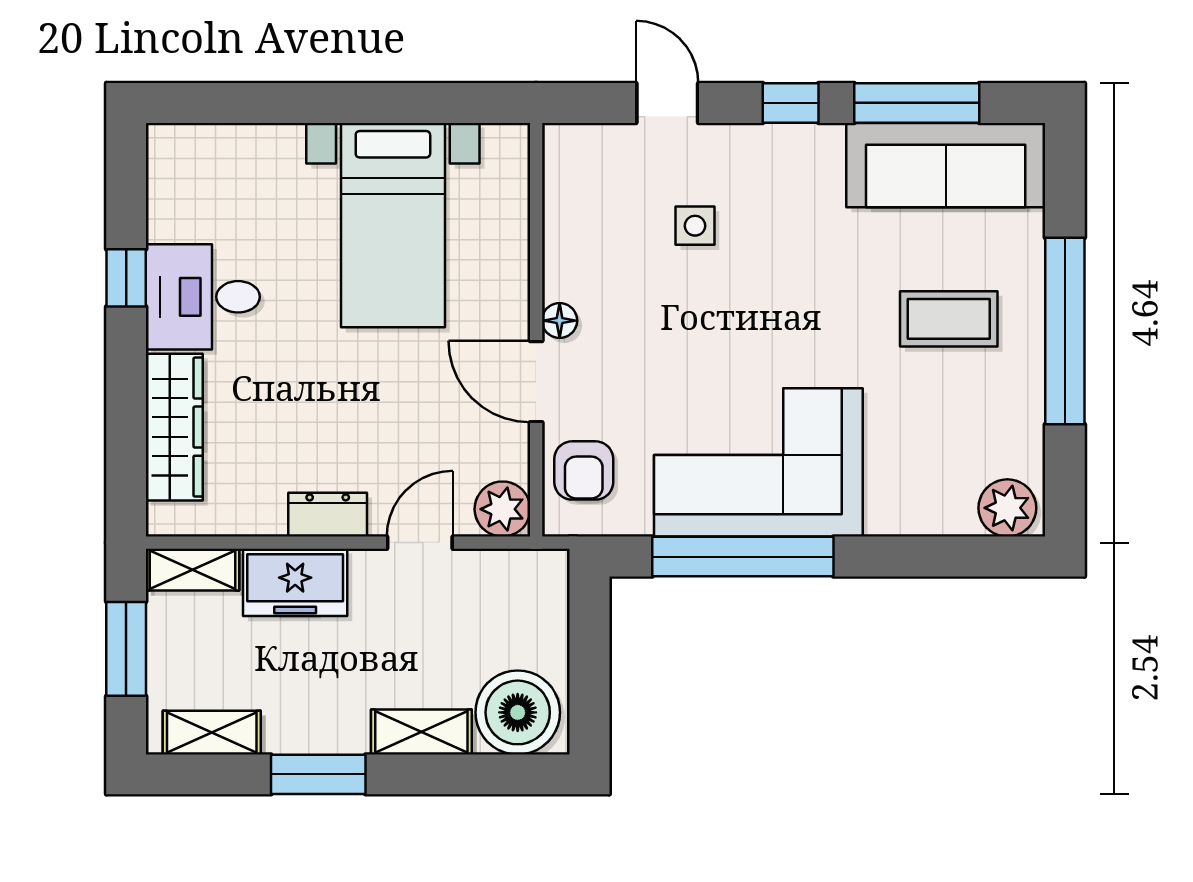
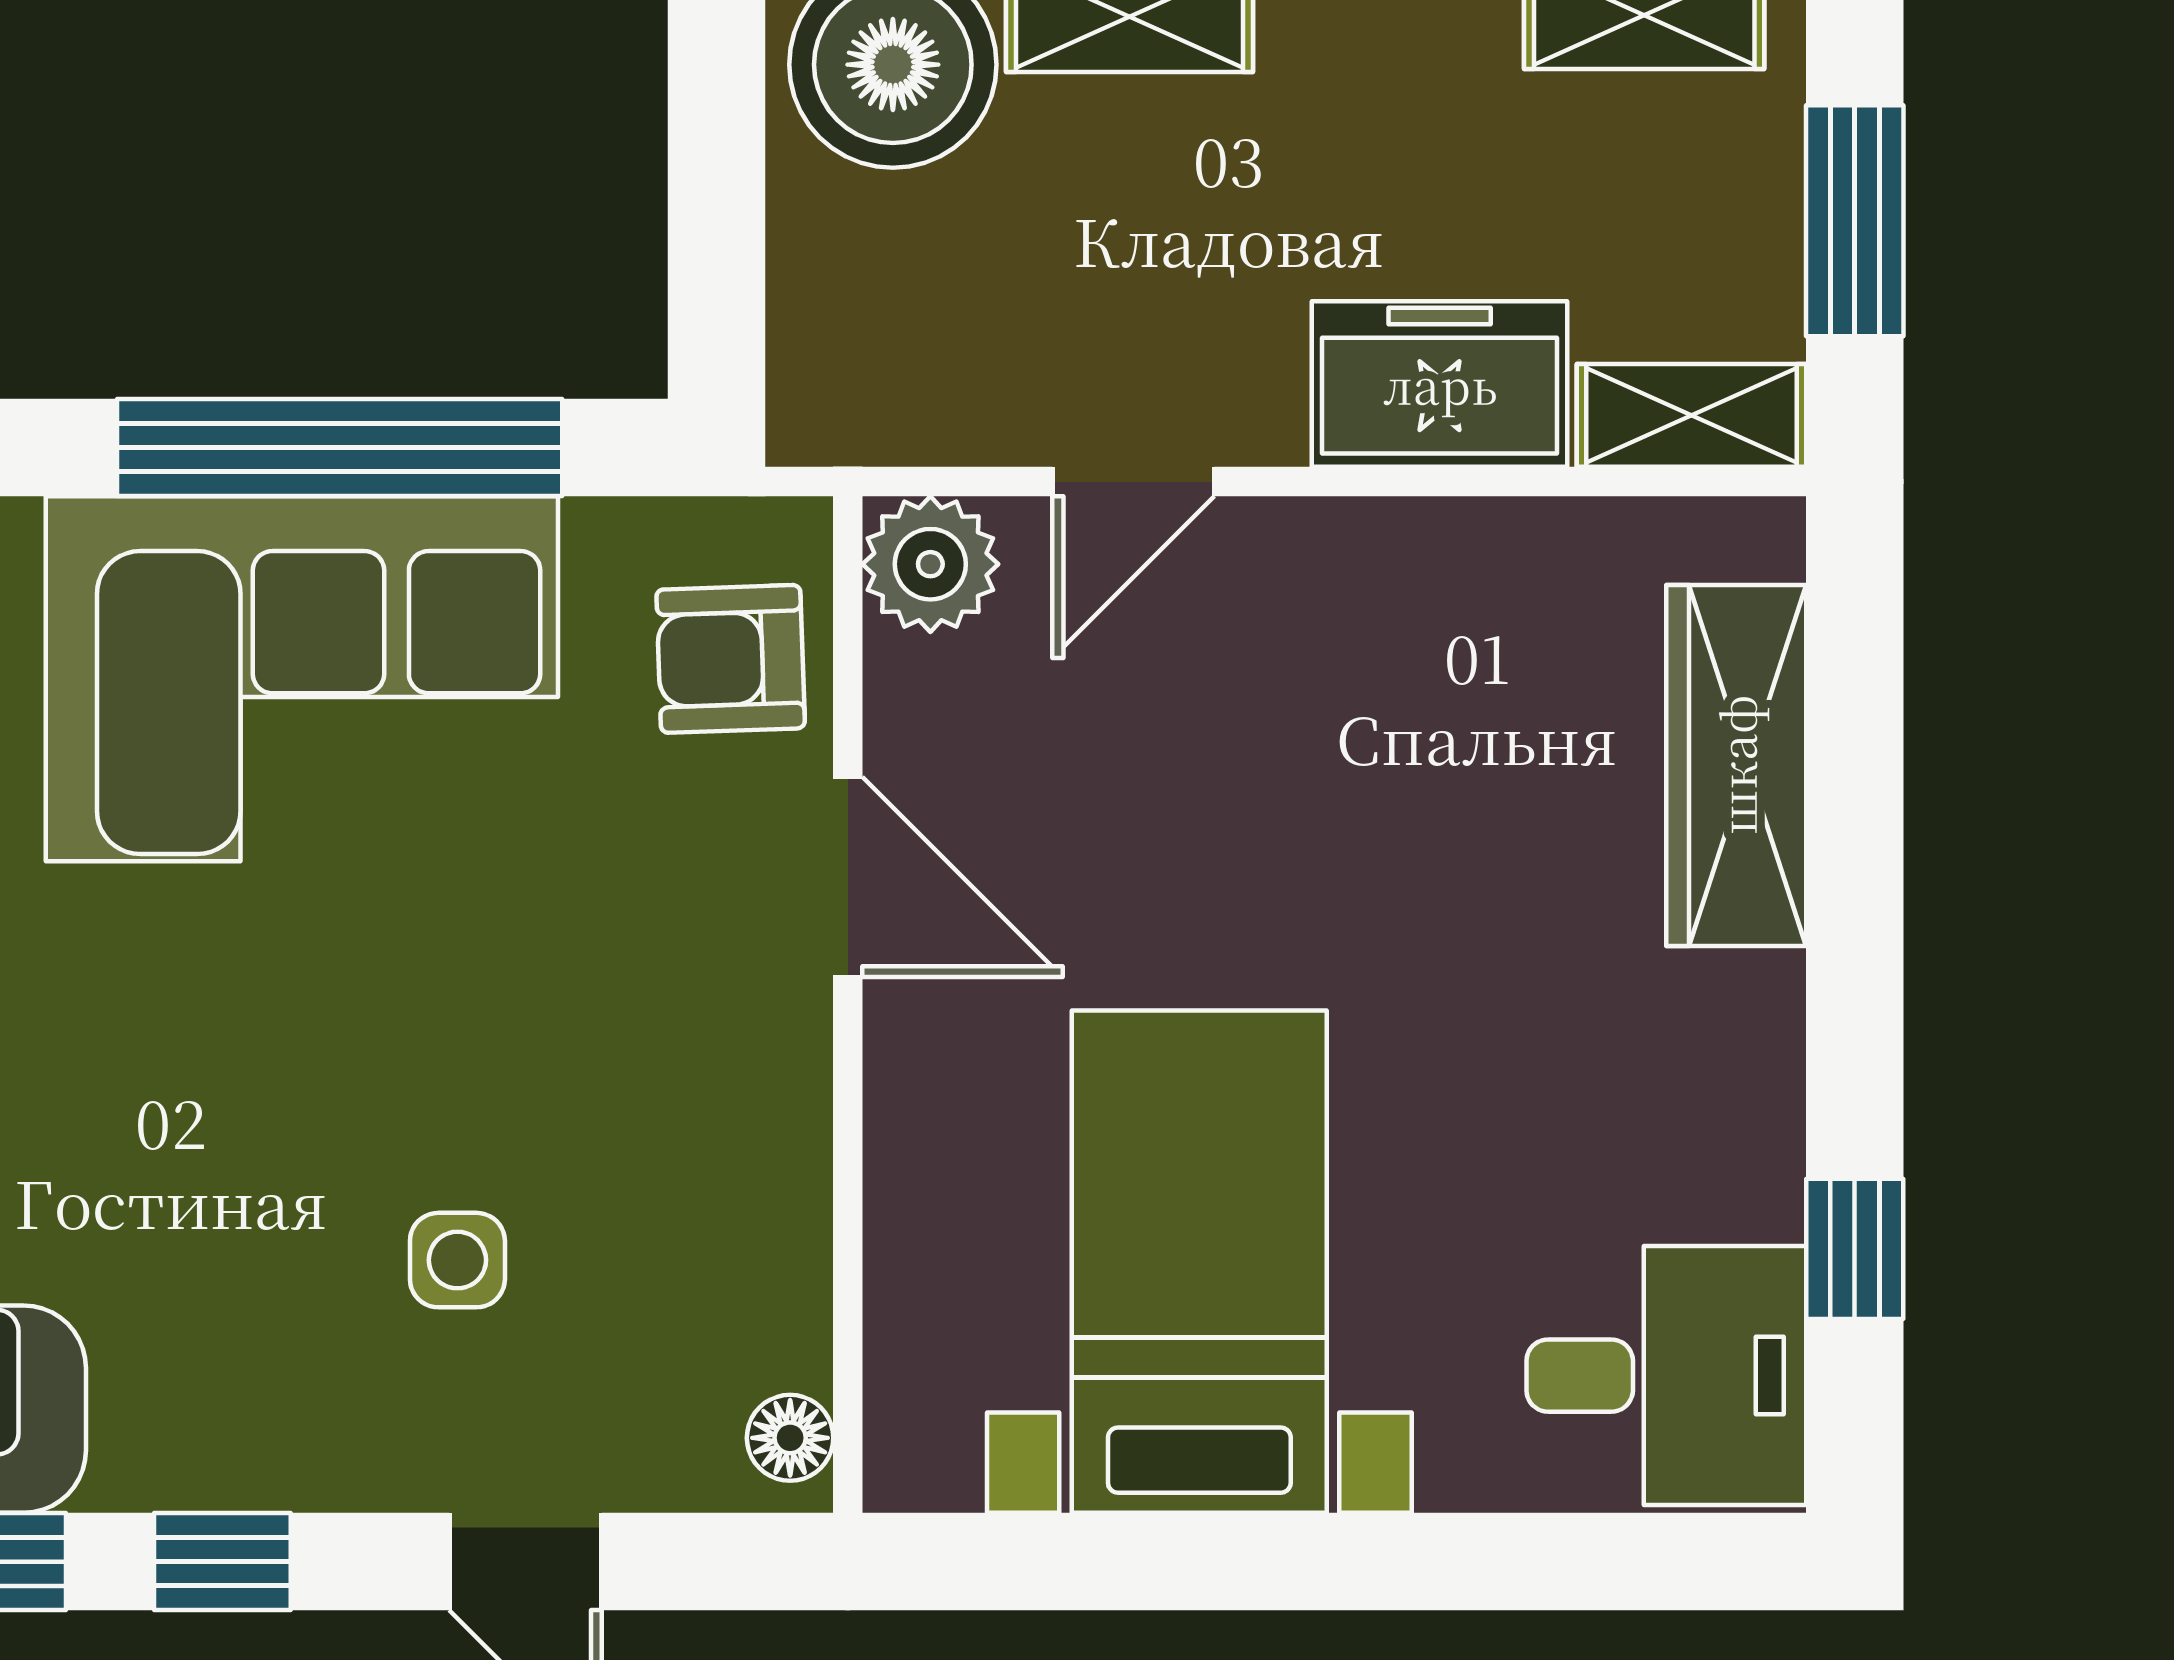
window: (126, 278) -> (1855, 1249), moved
desk: (203, 297) -> (1666, 1376), moved
floor lamp: (560, 321) -> (790, 1438), moved
armchair: (584, 470) -> (731, 659), turned -92
dresser: (328, 515) -> (1360, 550), removed

